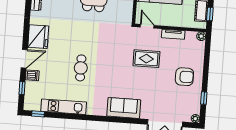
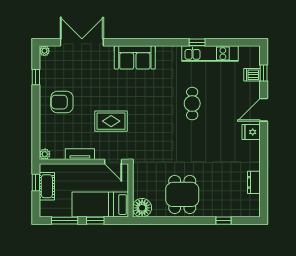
fridge: (38, 37) -> (251, 132), width x0.53, depth x0.75
dishwasher: (32, 75) -> (252, 75), moved
window: (38, 114) -> (197, 42), moved

